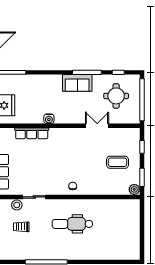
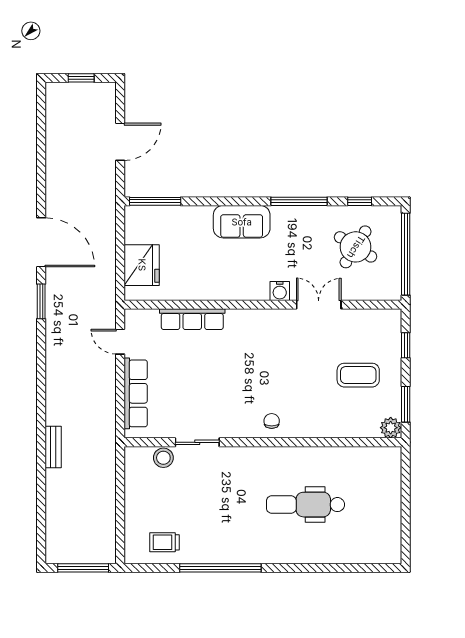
sofa: (77, 83) -> (242, 222), moved
round table: (116, 96) -> (356, 247), turned 32
water cooler: (49, 119) -> (280, 291), moved
dental chair: (72, 224) -> (305, 505), moved
trolley: (21, 227) -> (164, 542), moved

